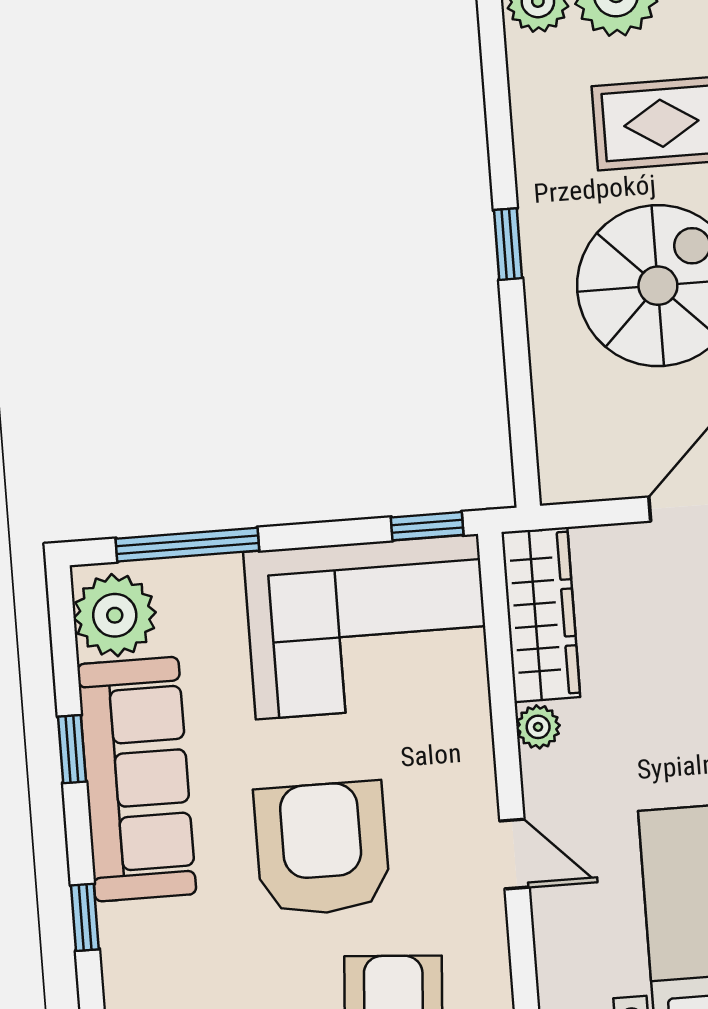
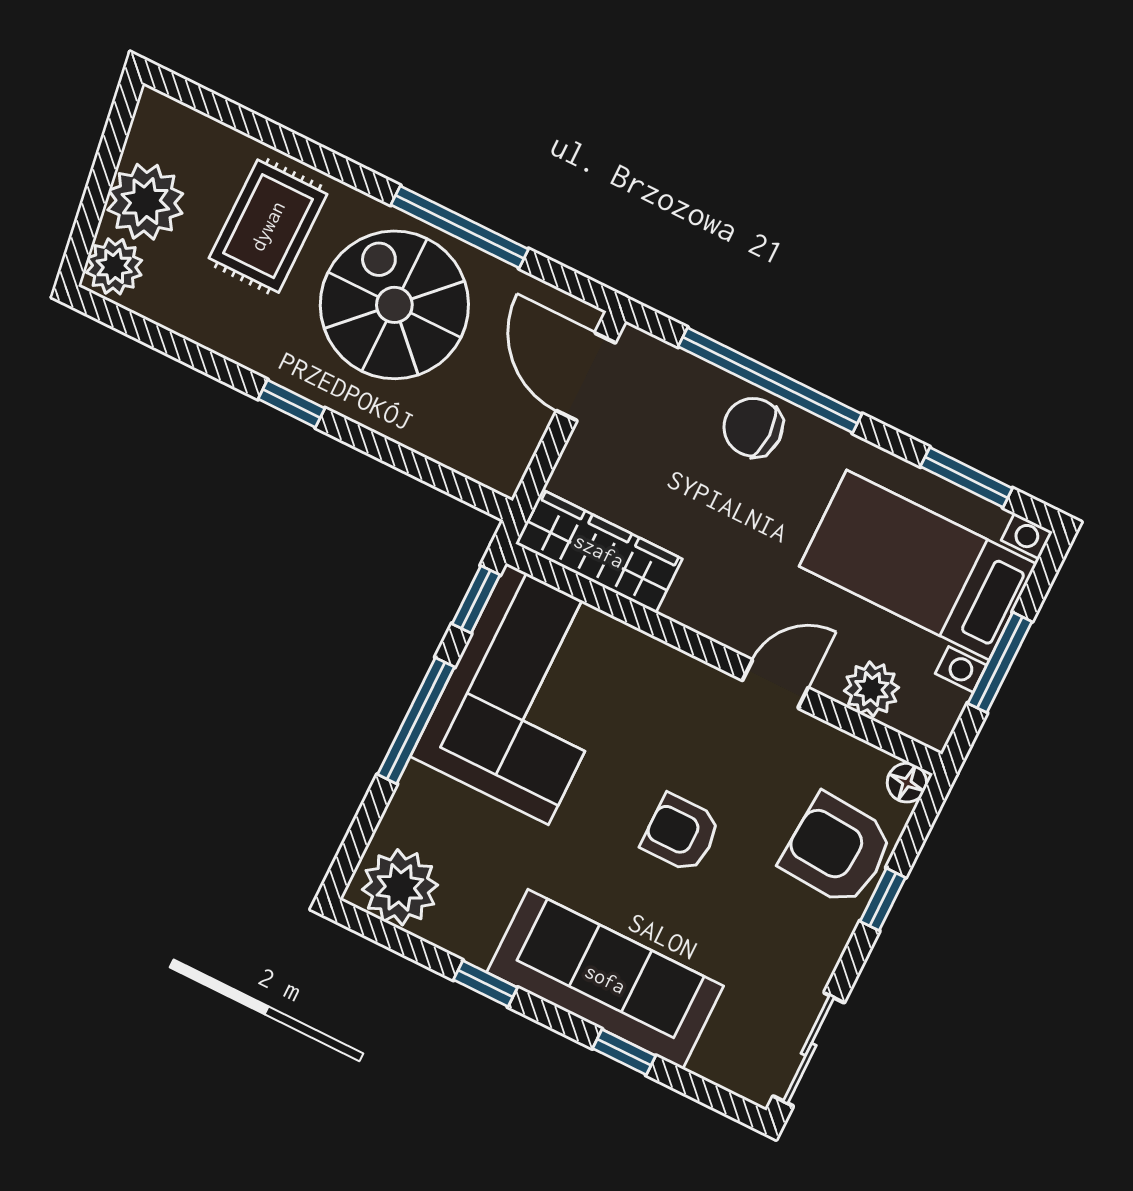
window: (187, 545) -> (416, 721), moved
plant: (538, 727) -> (871, 689), moved, width x1.38, depth x1.38
sofa: (137, 779) -> (605, 979), moved
armchair: (322, 849) -> (681, 833), width x0.53, depth x0.53

